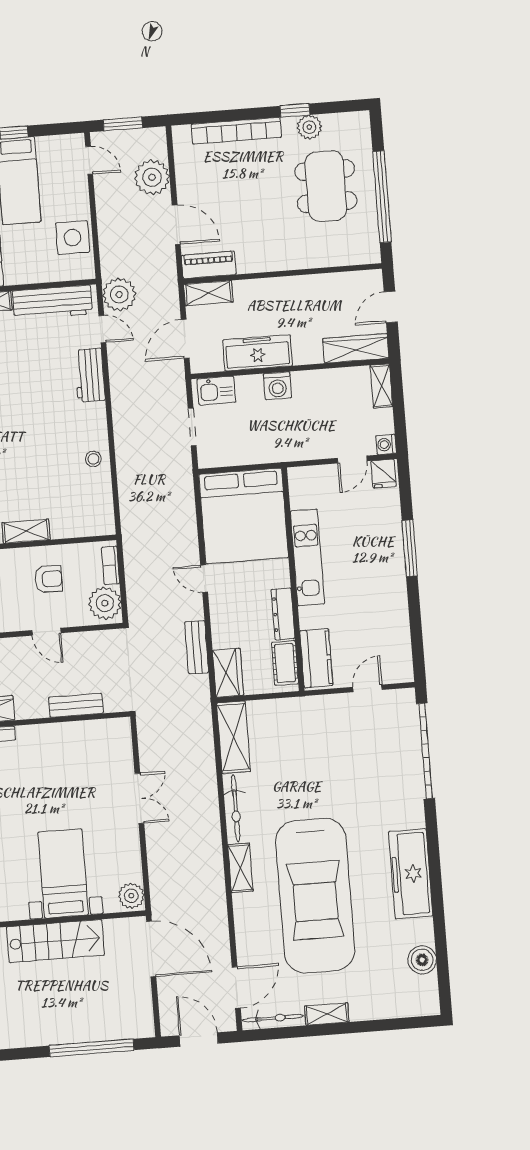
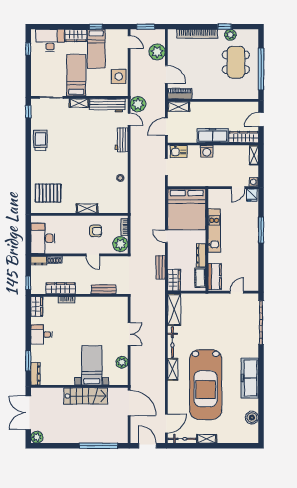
freezer: (258, 353) -> (213, 136), moved
plant: (131, 896) -> (122, 362), moved

